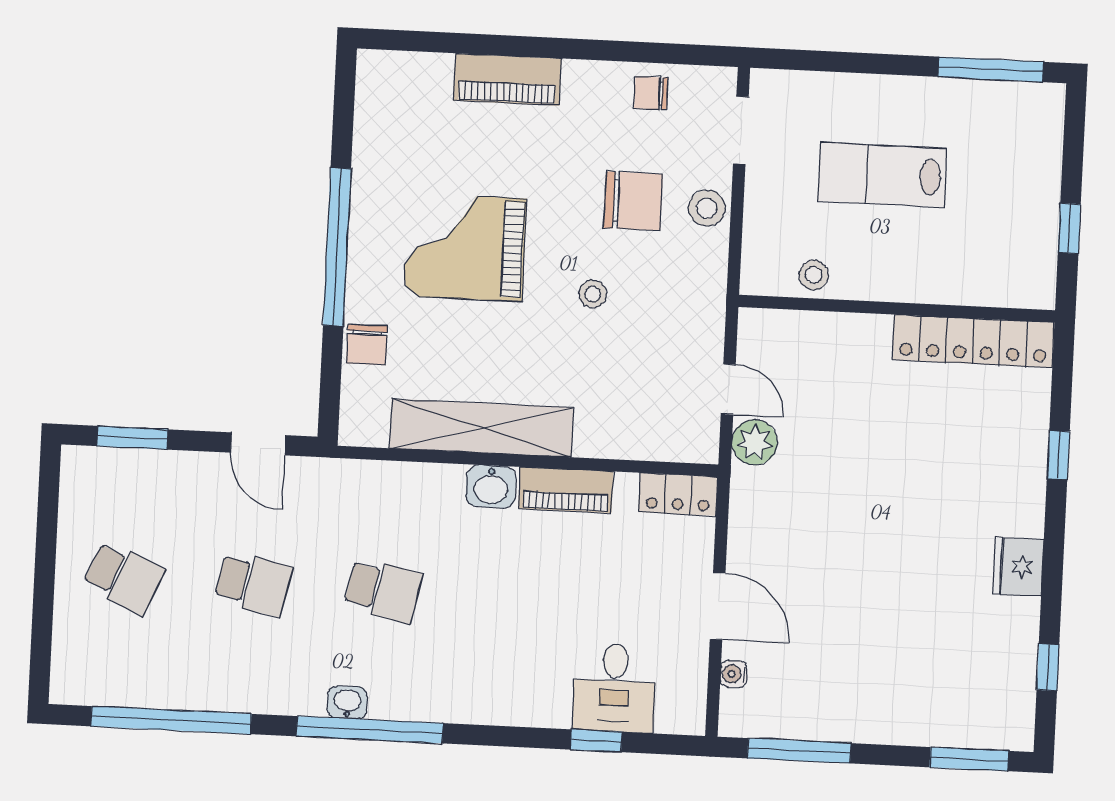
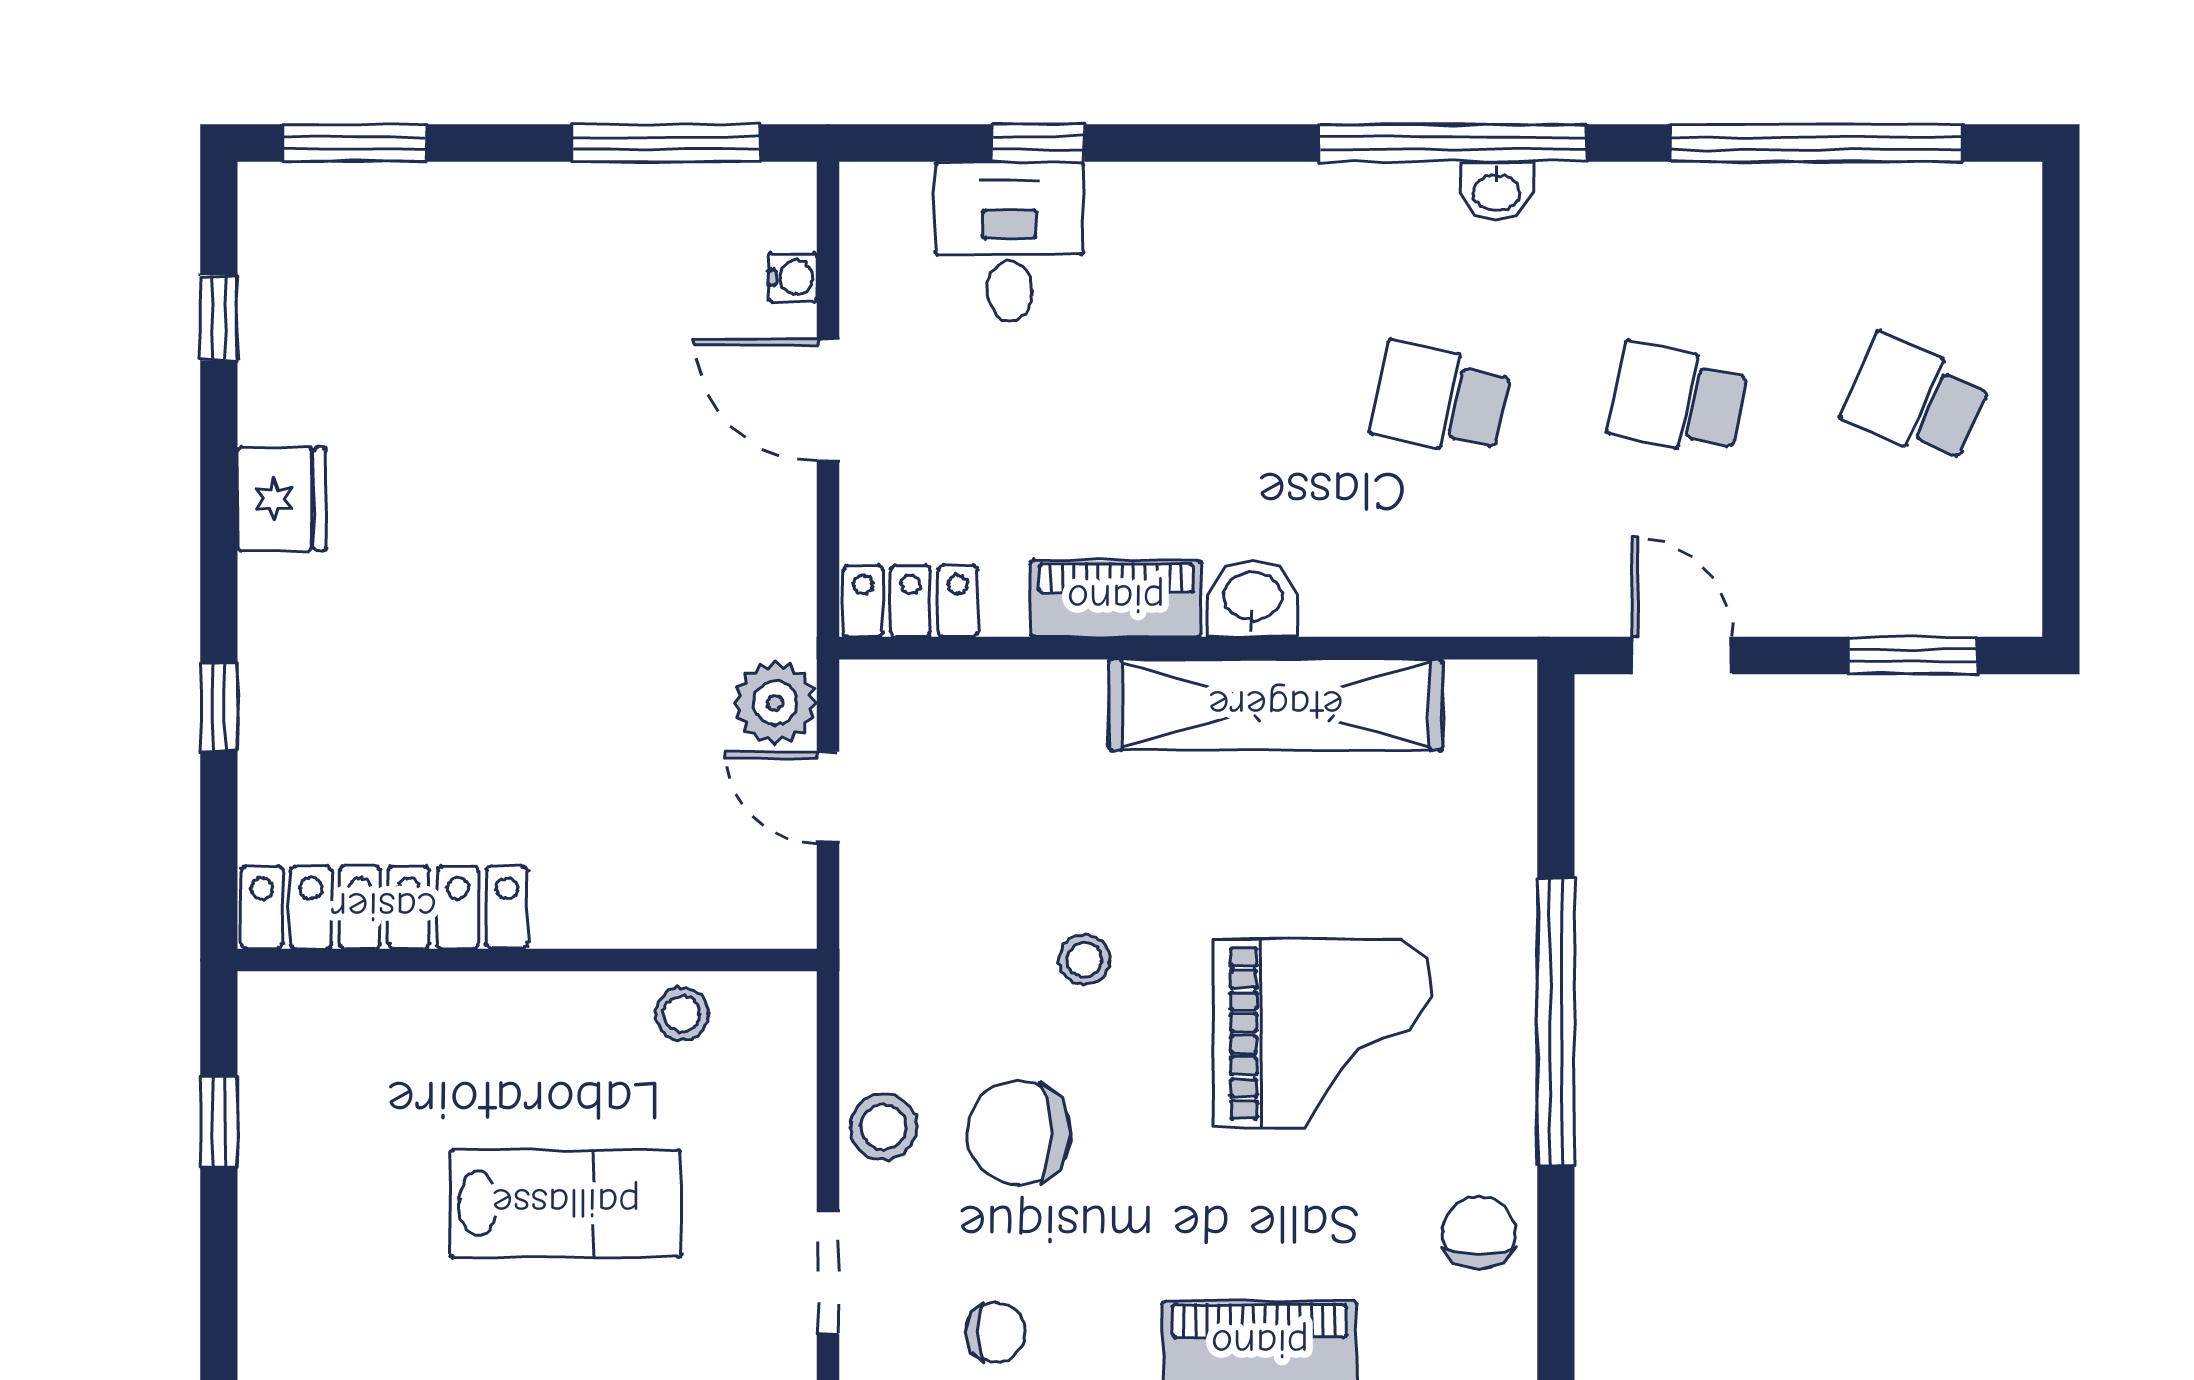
chair: (367, 345) -> (1479, 1233), moved

